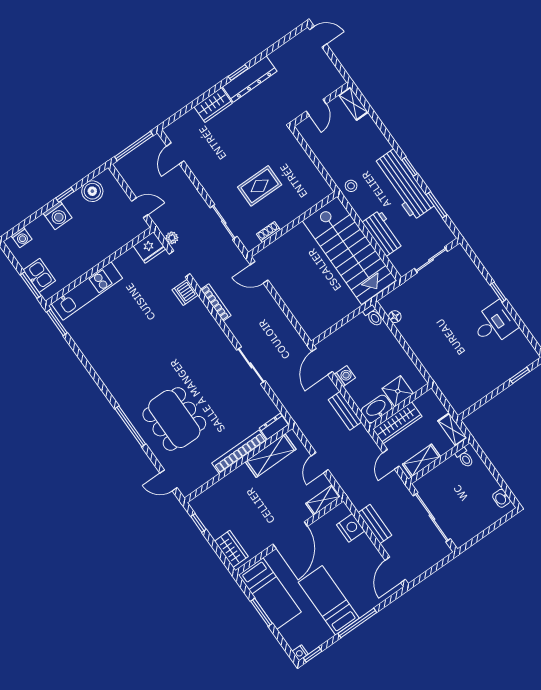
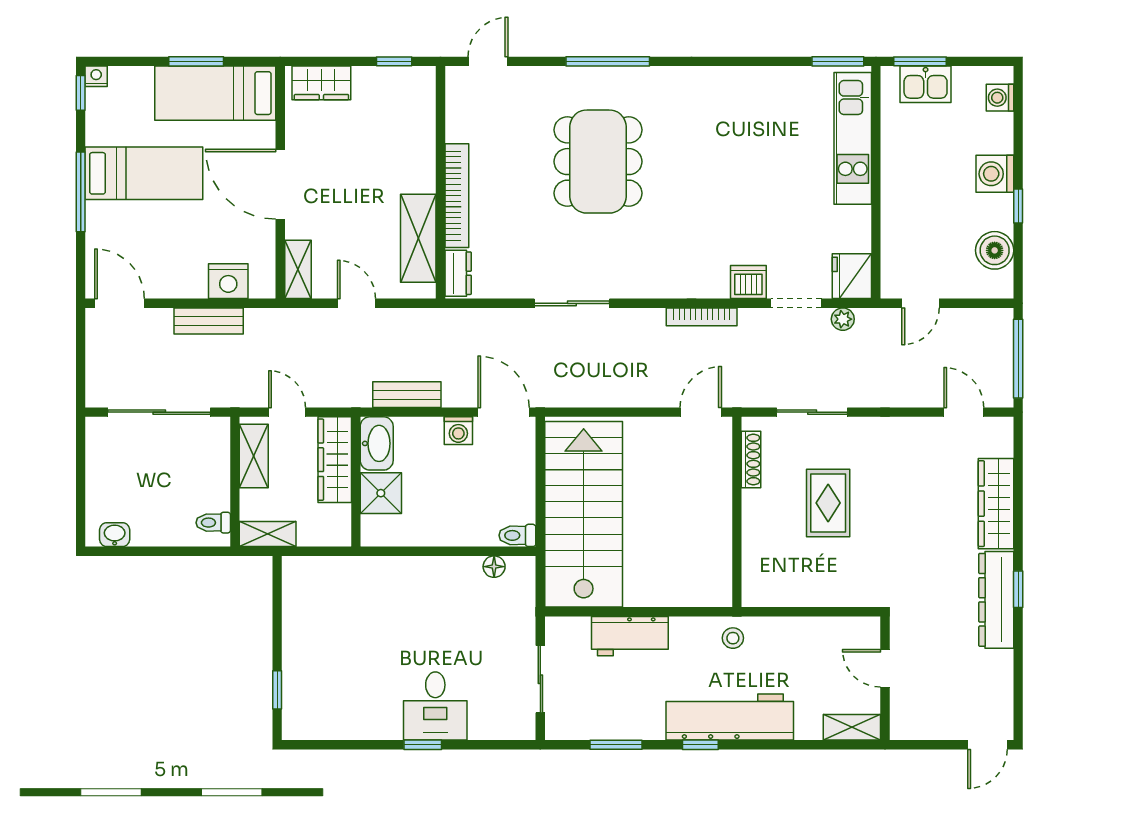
wardrobe: (213, 105) -> (996, 504), width x1.50
workbench: (404, 184) -> (730, 717), moved
shoe rack: (268, 232) -> (751, 460), width x1.43
stairs: (349, 250) -> (584, 514), moved, turned 90
desk: (494, 324) -> (435, 706), moved
dining table: (174, 419) -> (598, 162), moved, turned 90

